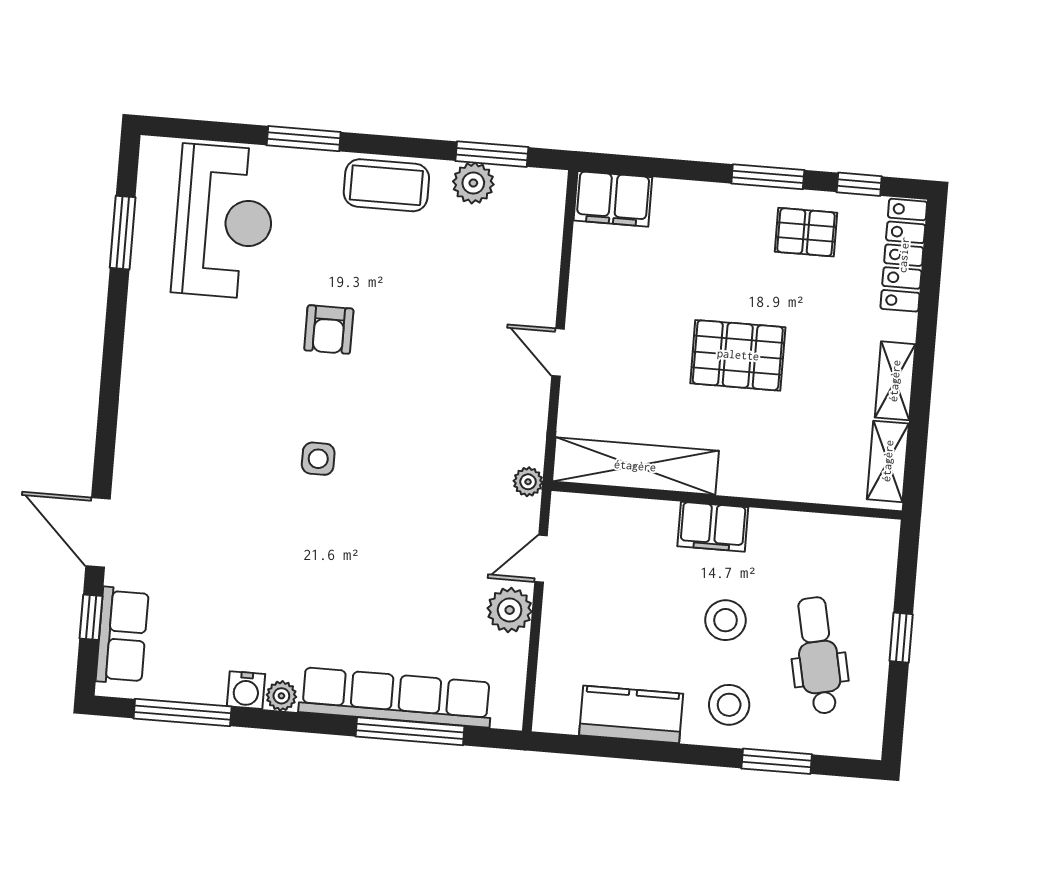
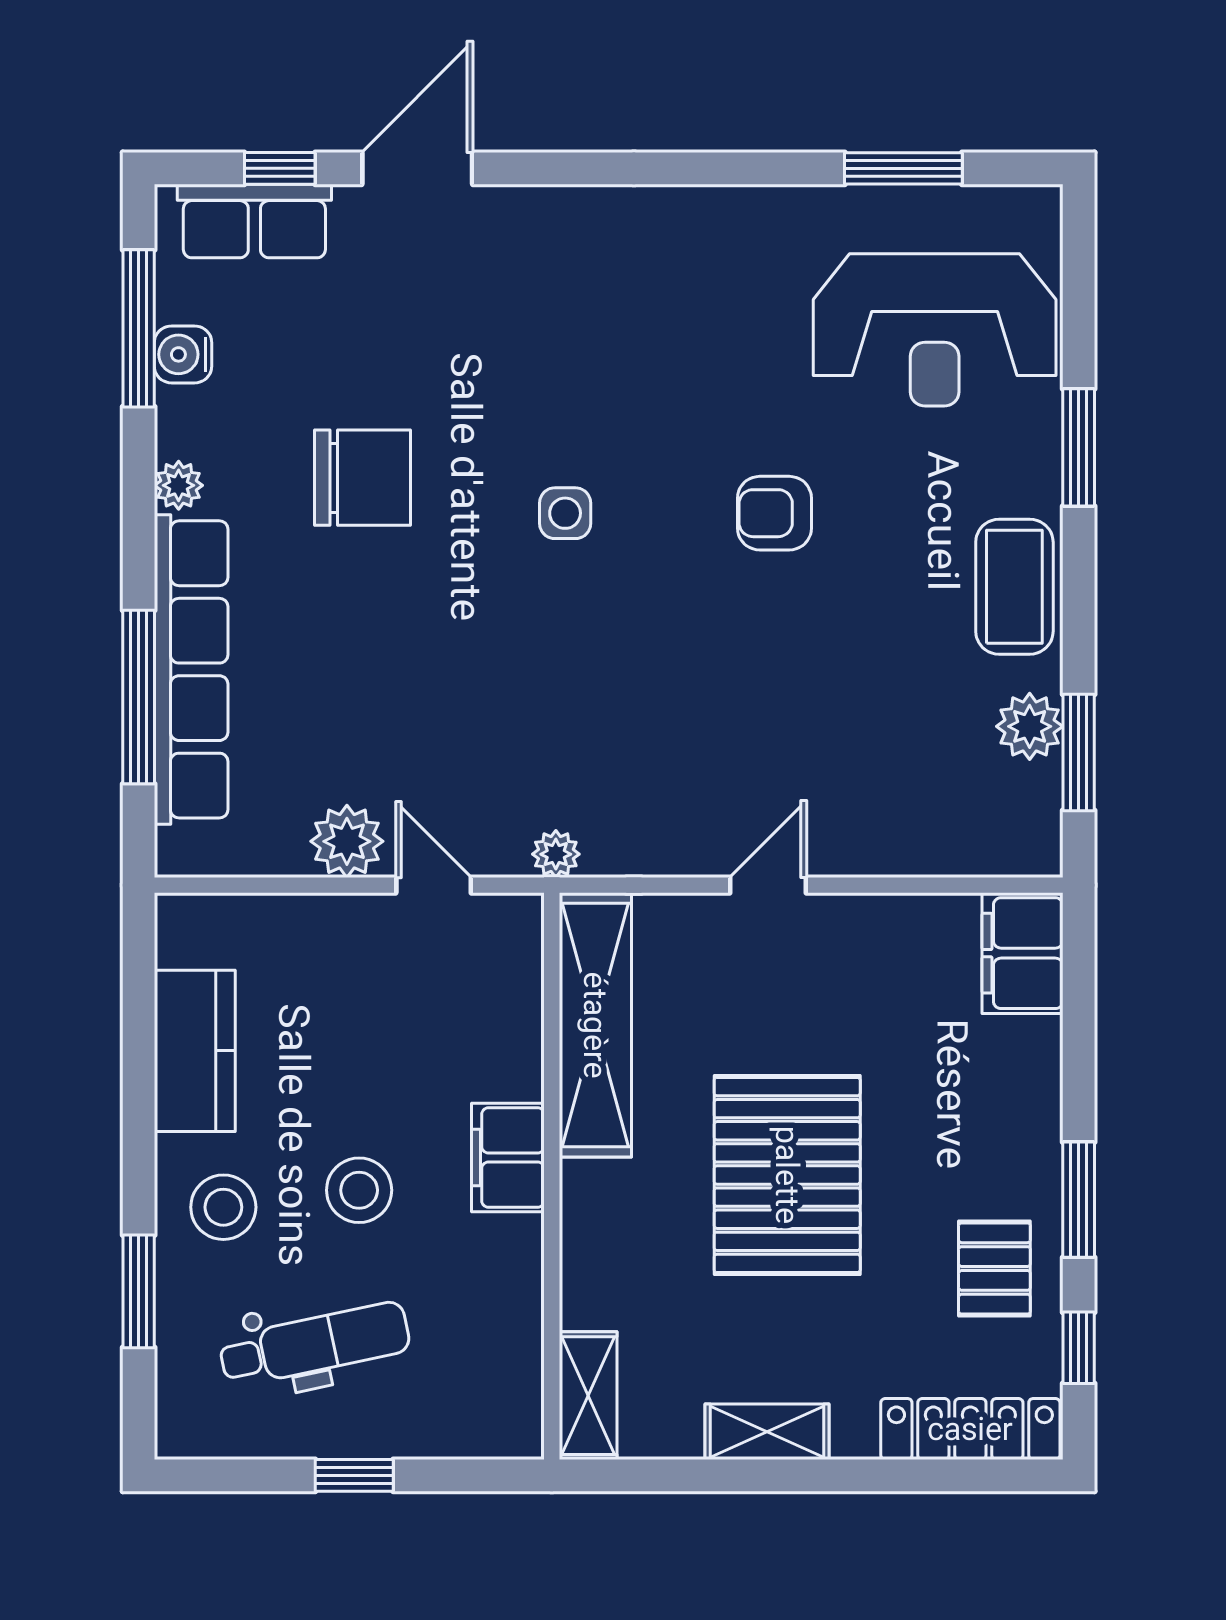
pallet: (738, 355) -> (787, 1175), width x1.37, depth x1.41
shelving: (888, 461) -> (588, 1396), moved, turned 90
chair: (286, 582) -> (362, 478), added
water cooler: (246, 690) -> (183, 354), moved

